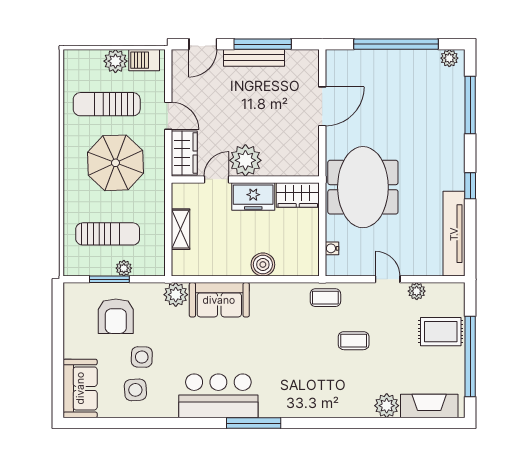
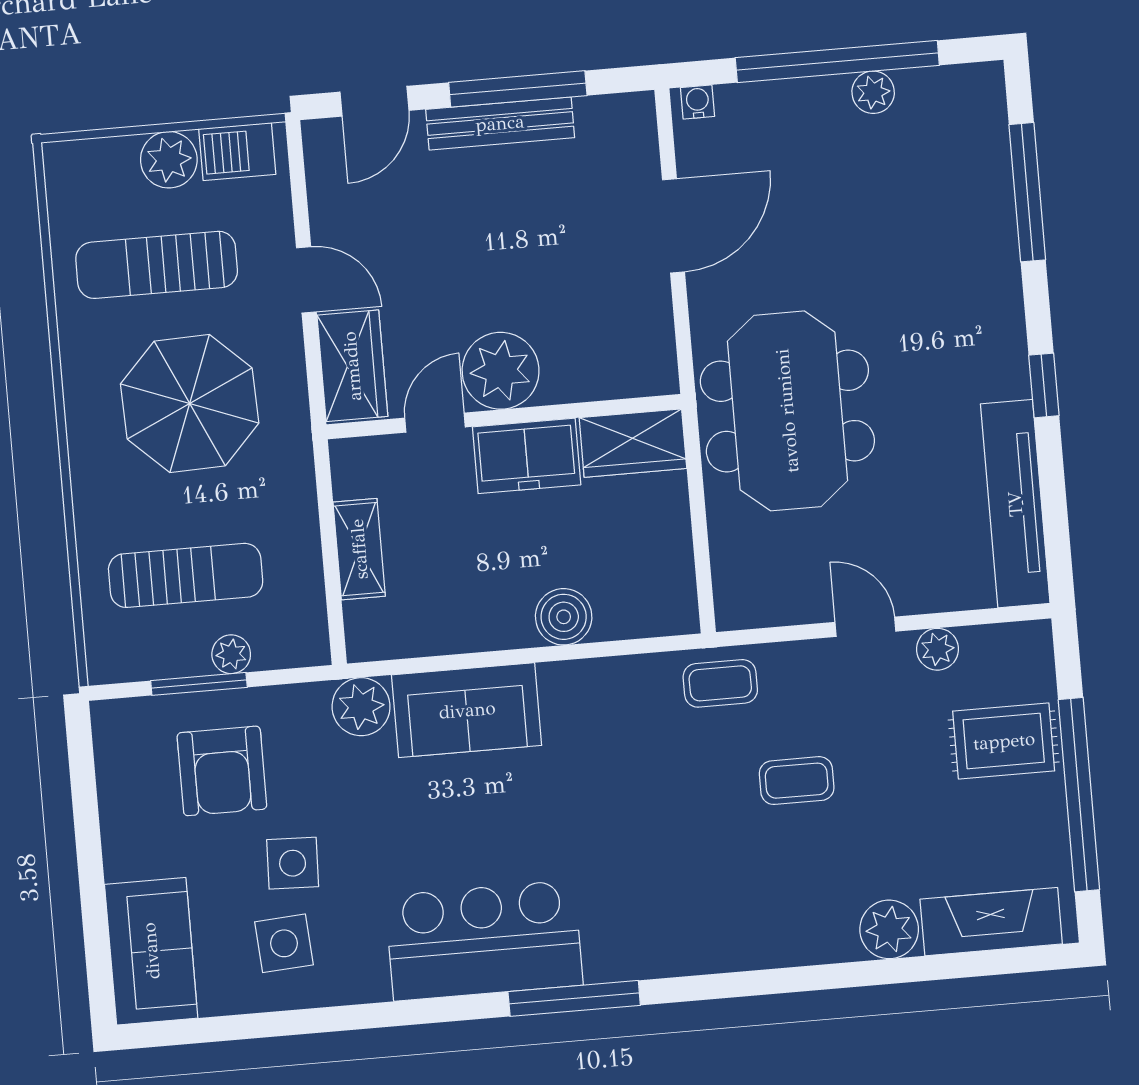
plant: (449, 58) -> (873, 92), moved
water cooler: (332, 248) -> (698, 102), moved, turned 90

